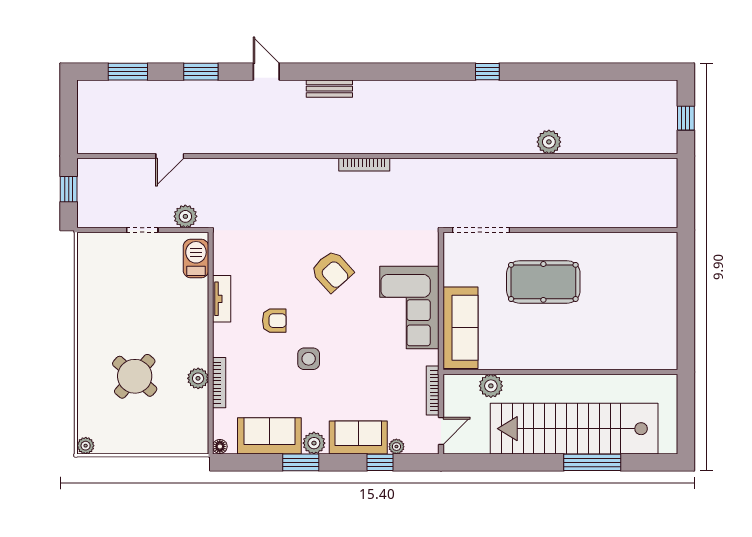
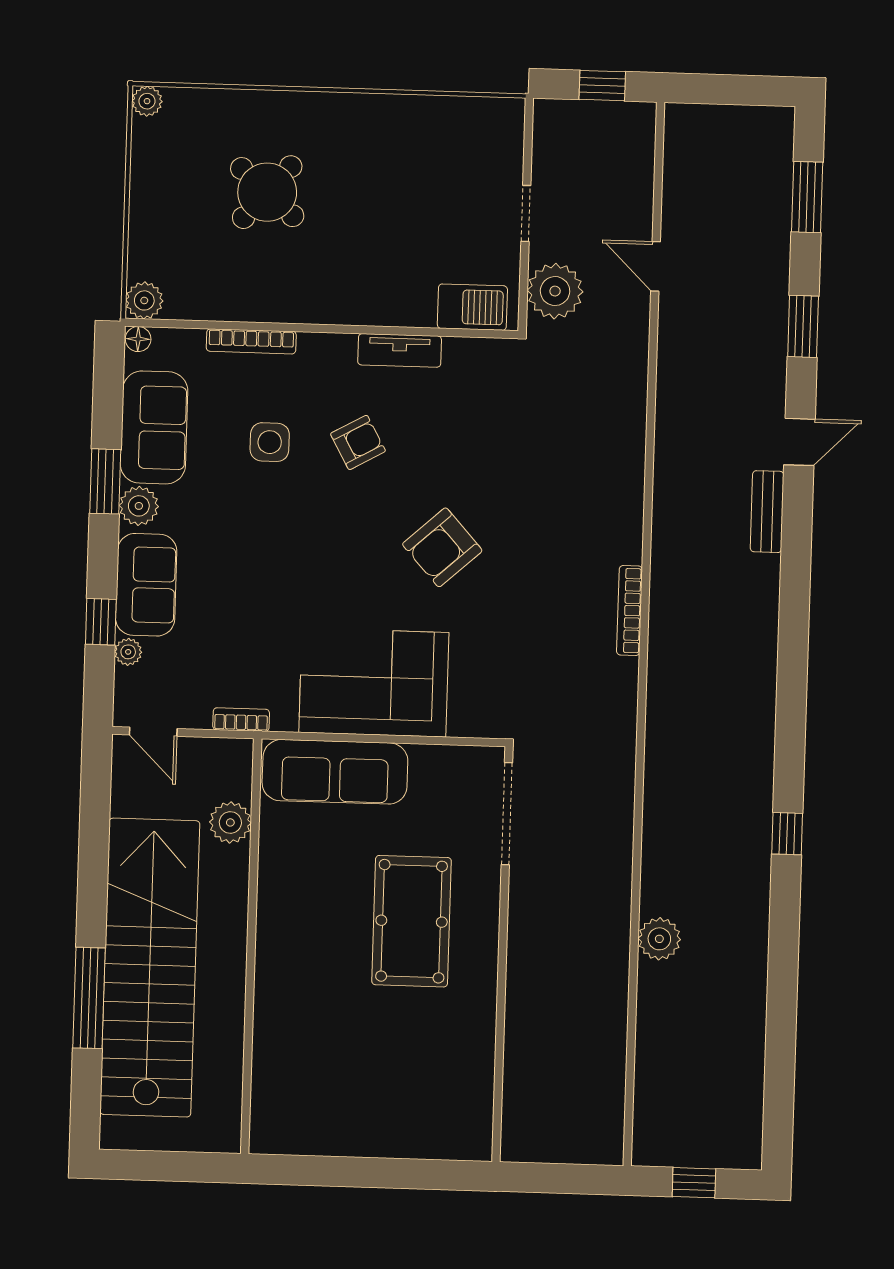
bench: (329, 89) -> (767, 512), moved
plant: (185, 216) -> (555, 291), width x1.36, depth x1.36
armchair: (274, 321) -> (358, 442), turned -119
side table: (309, 359) -> (270, 442), moved
plant: (198, 378) -> (144, 300), moved
bookcase: (433, 391) -> (241, 720), width x0.64

